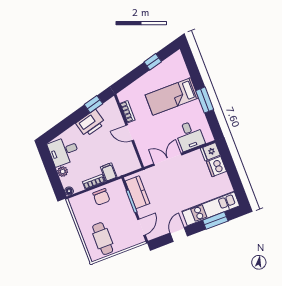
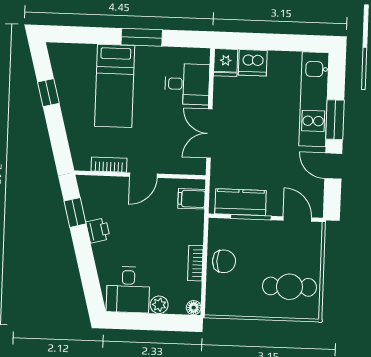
printer: (91, 123) -> (98, 230), width x0.53, depth x0.68
filing cabinet: (109, 172) -> (192, 199), moved
window: (215, 221) -> (335, 120), moved

